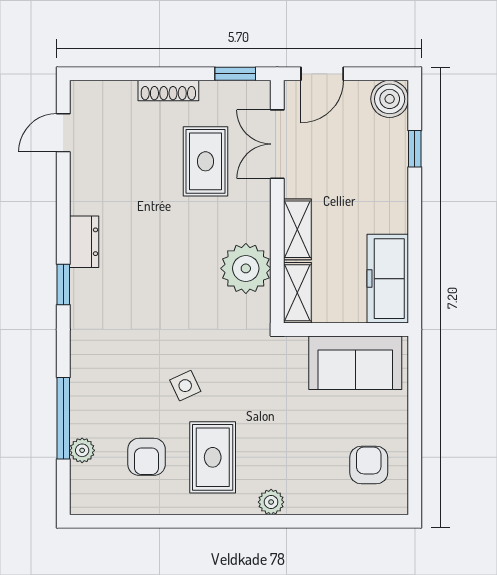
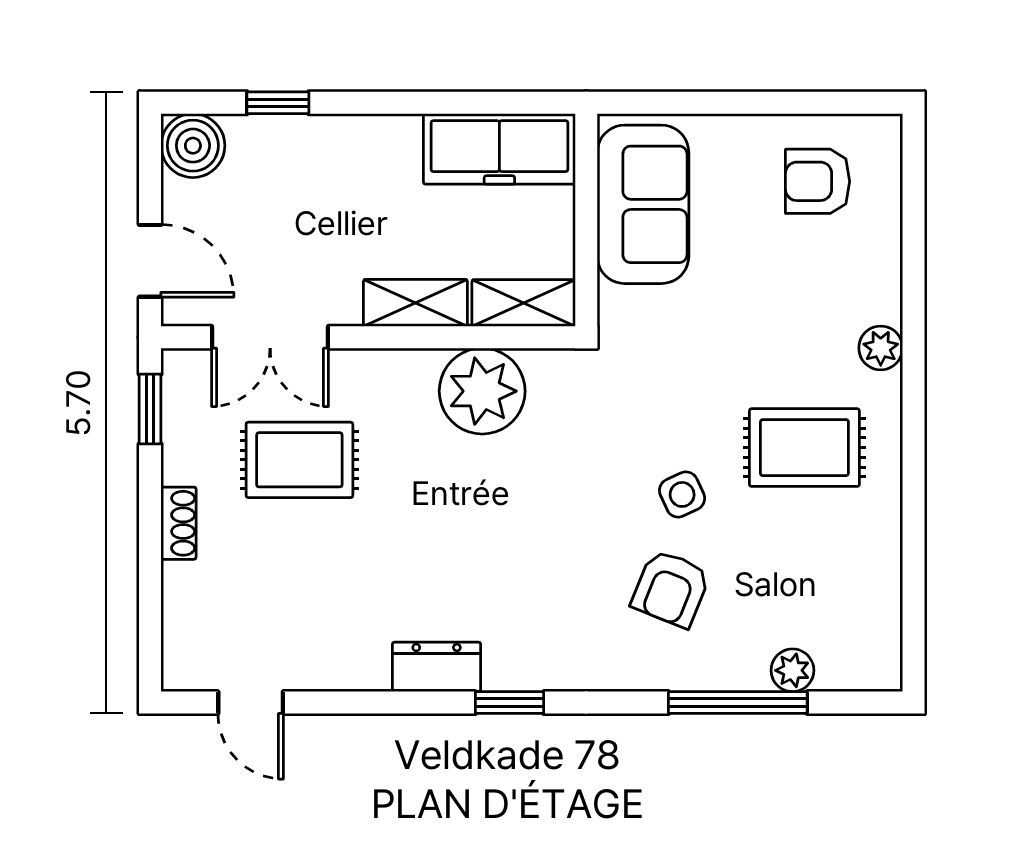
shoe rack: (168, 91) -> (179, 523), width x0.70
armchair: (147, 457) -> (671, 589), moved, turned 112

